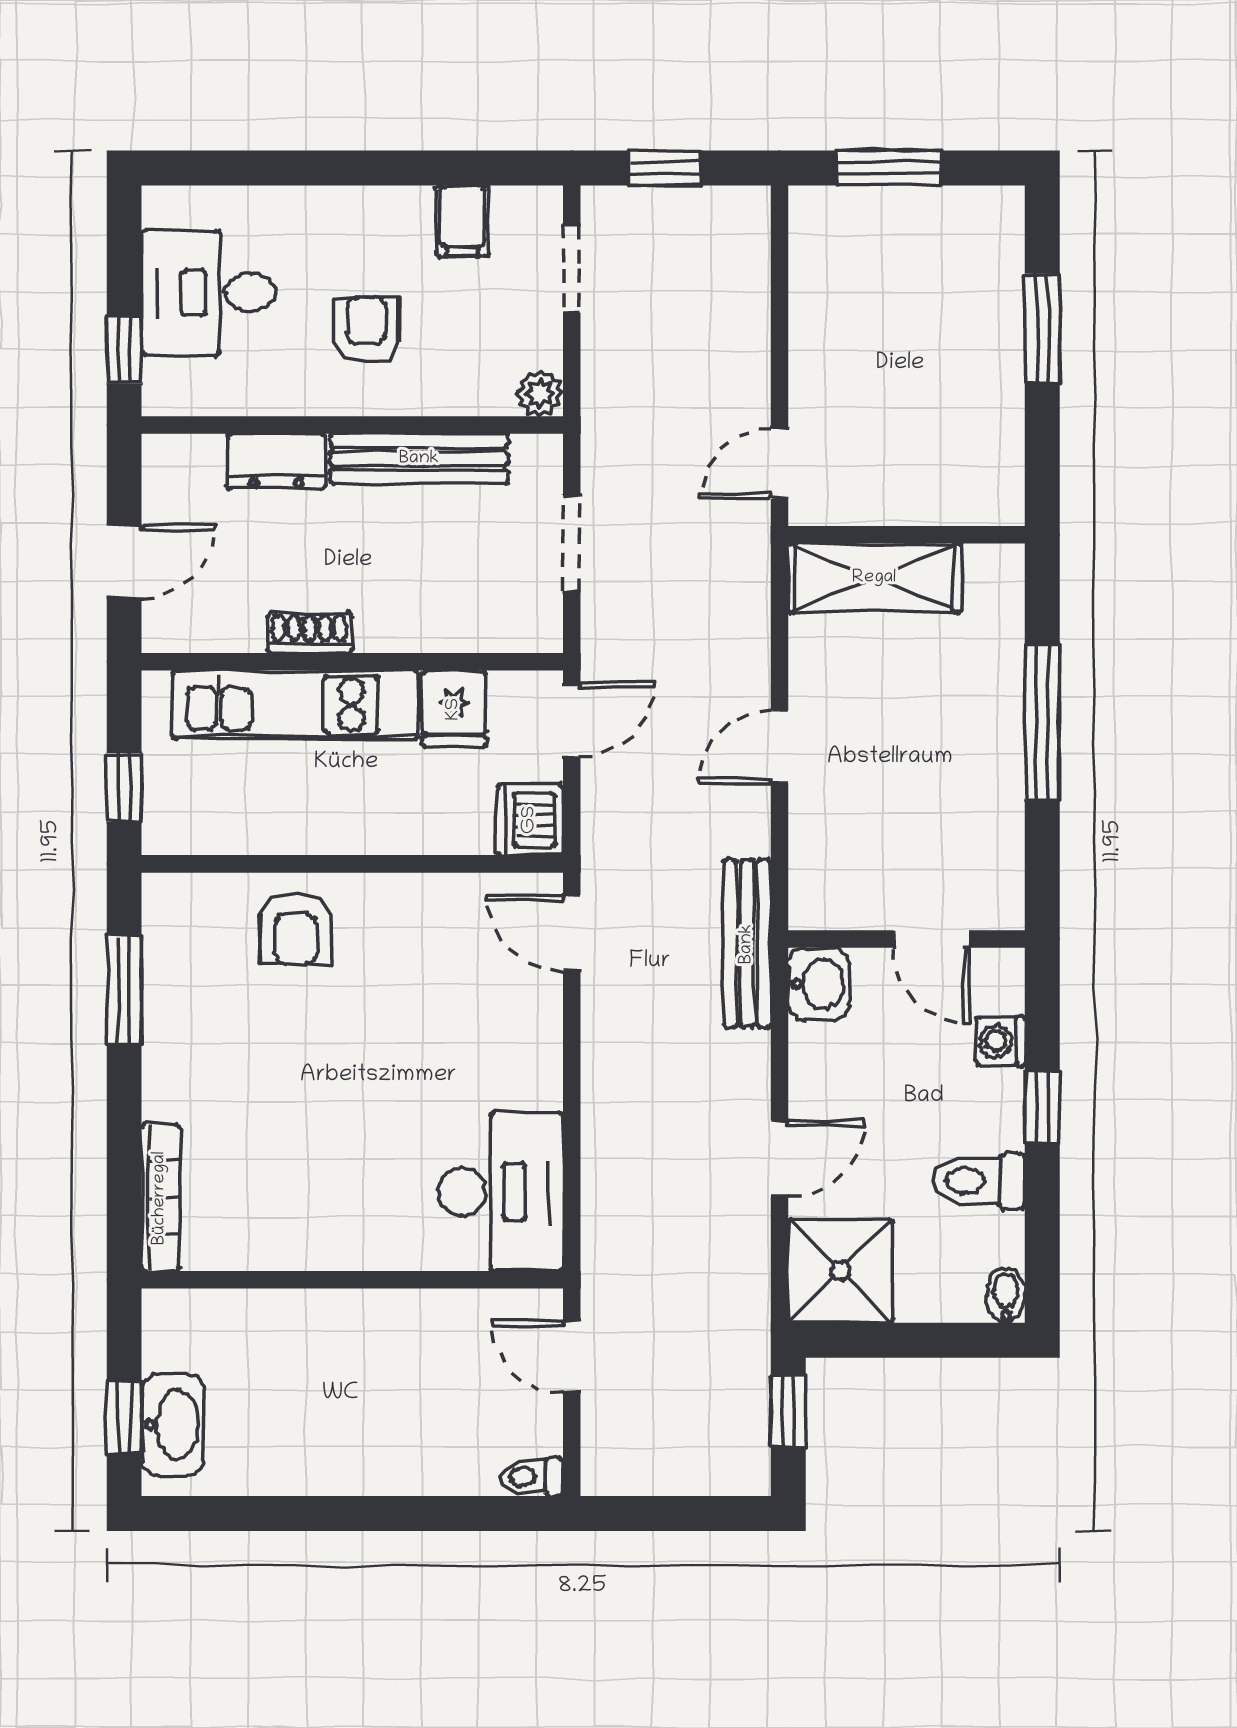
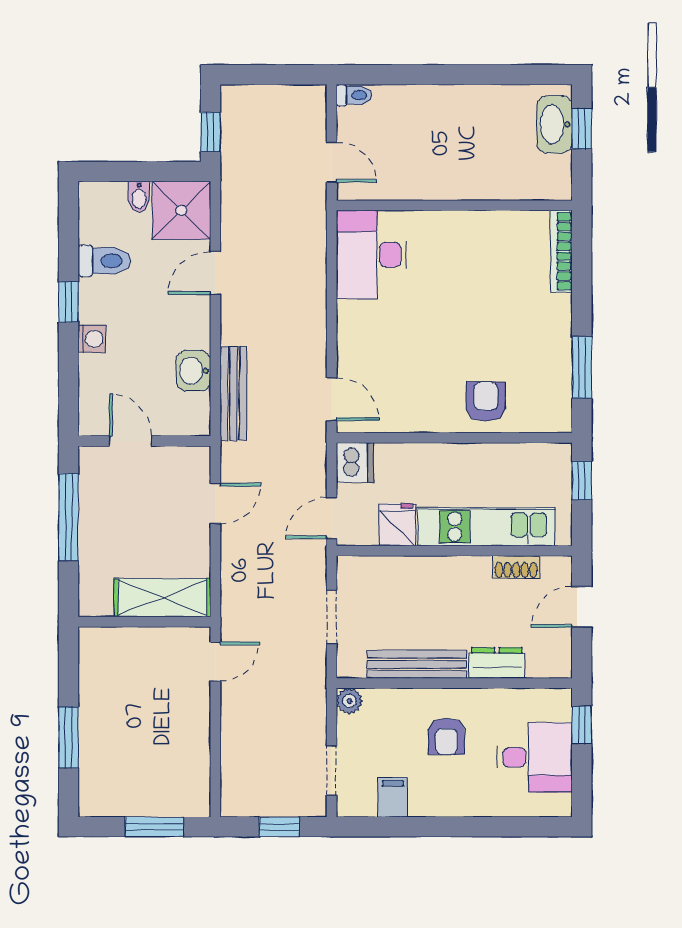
shoe rack: (309, 633) -> (516, 567), moved
wall: (907, 939) -> (144, 441), moved
door: (931, 939) -> (131, 441), moved
bidet: (1006, 1295) -> (139, 197), moved

